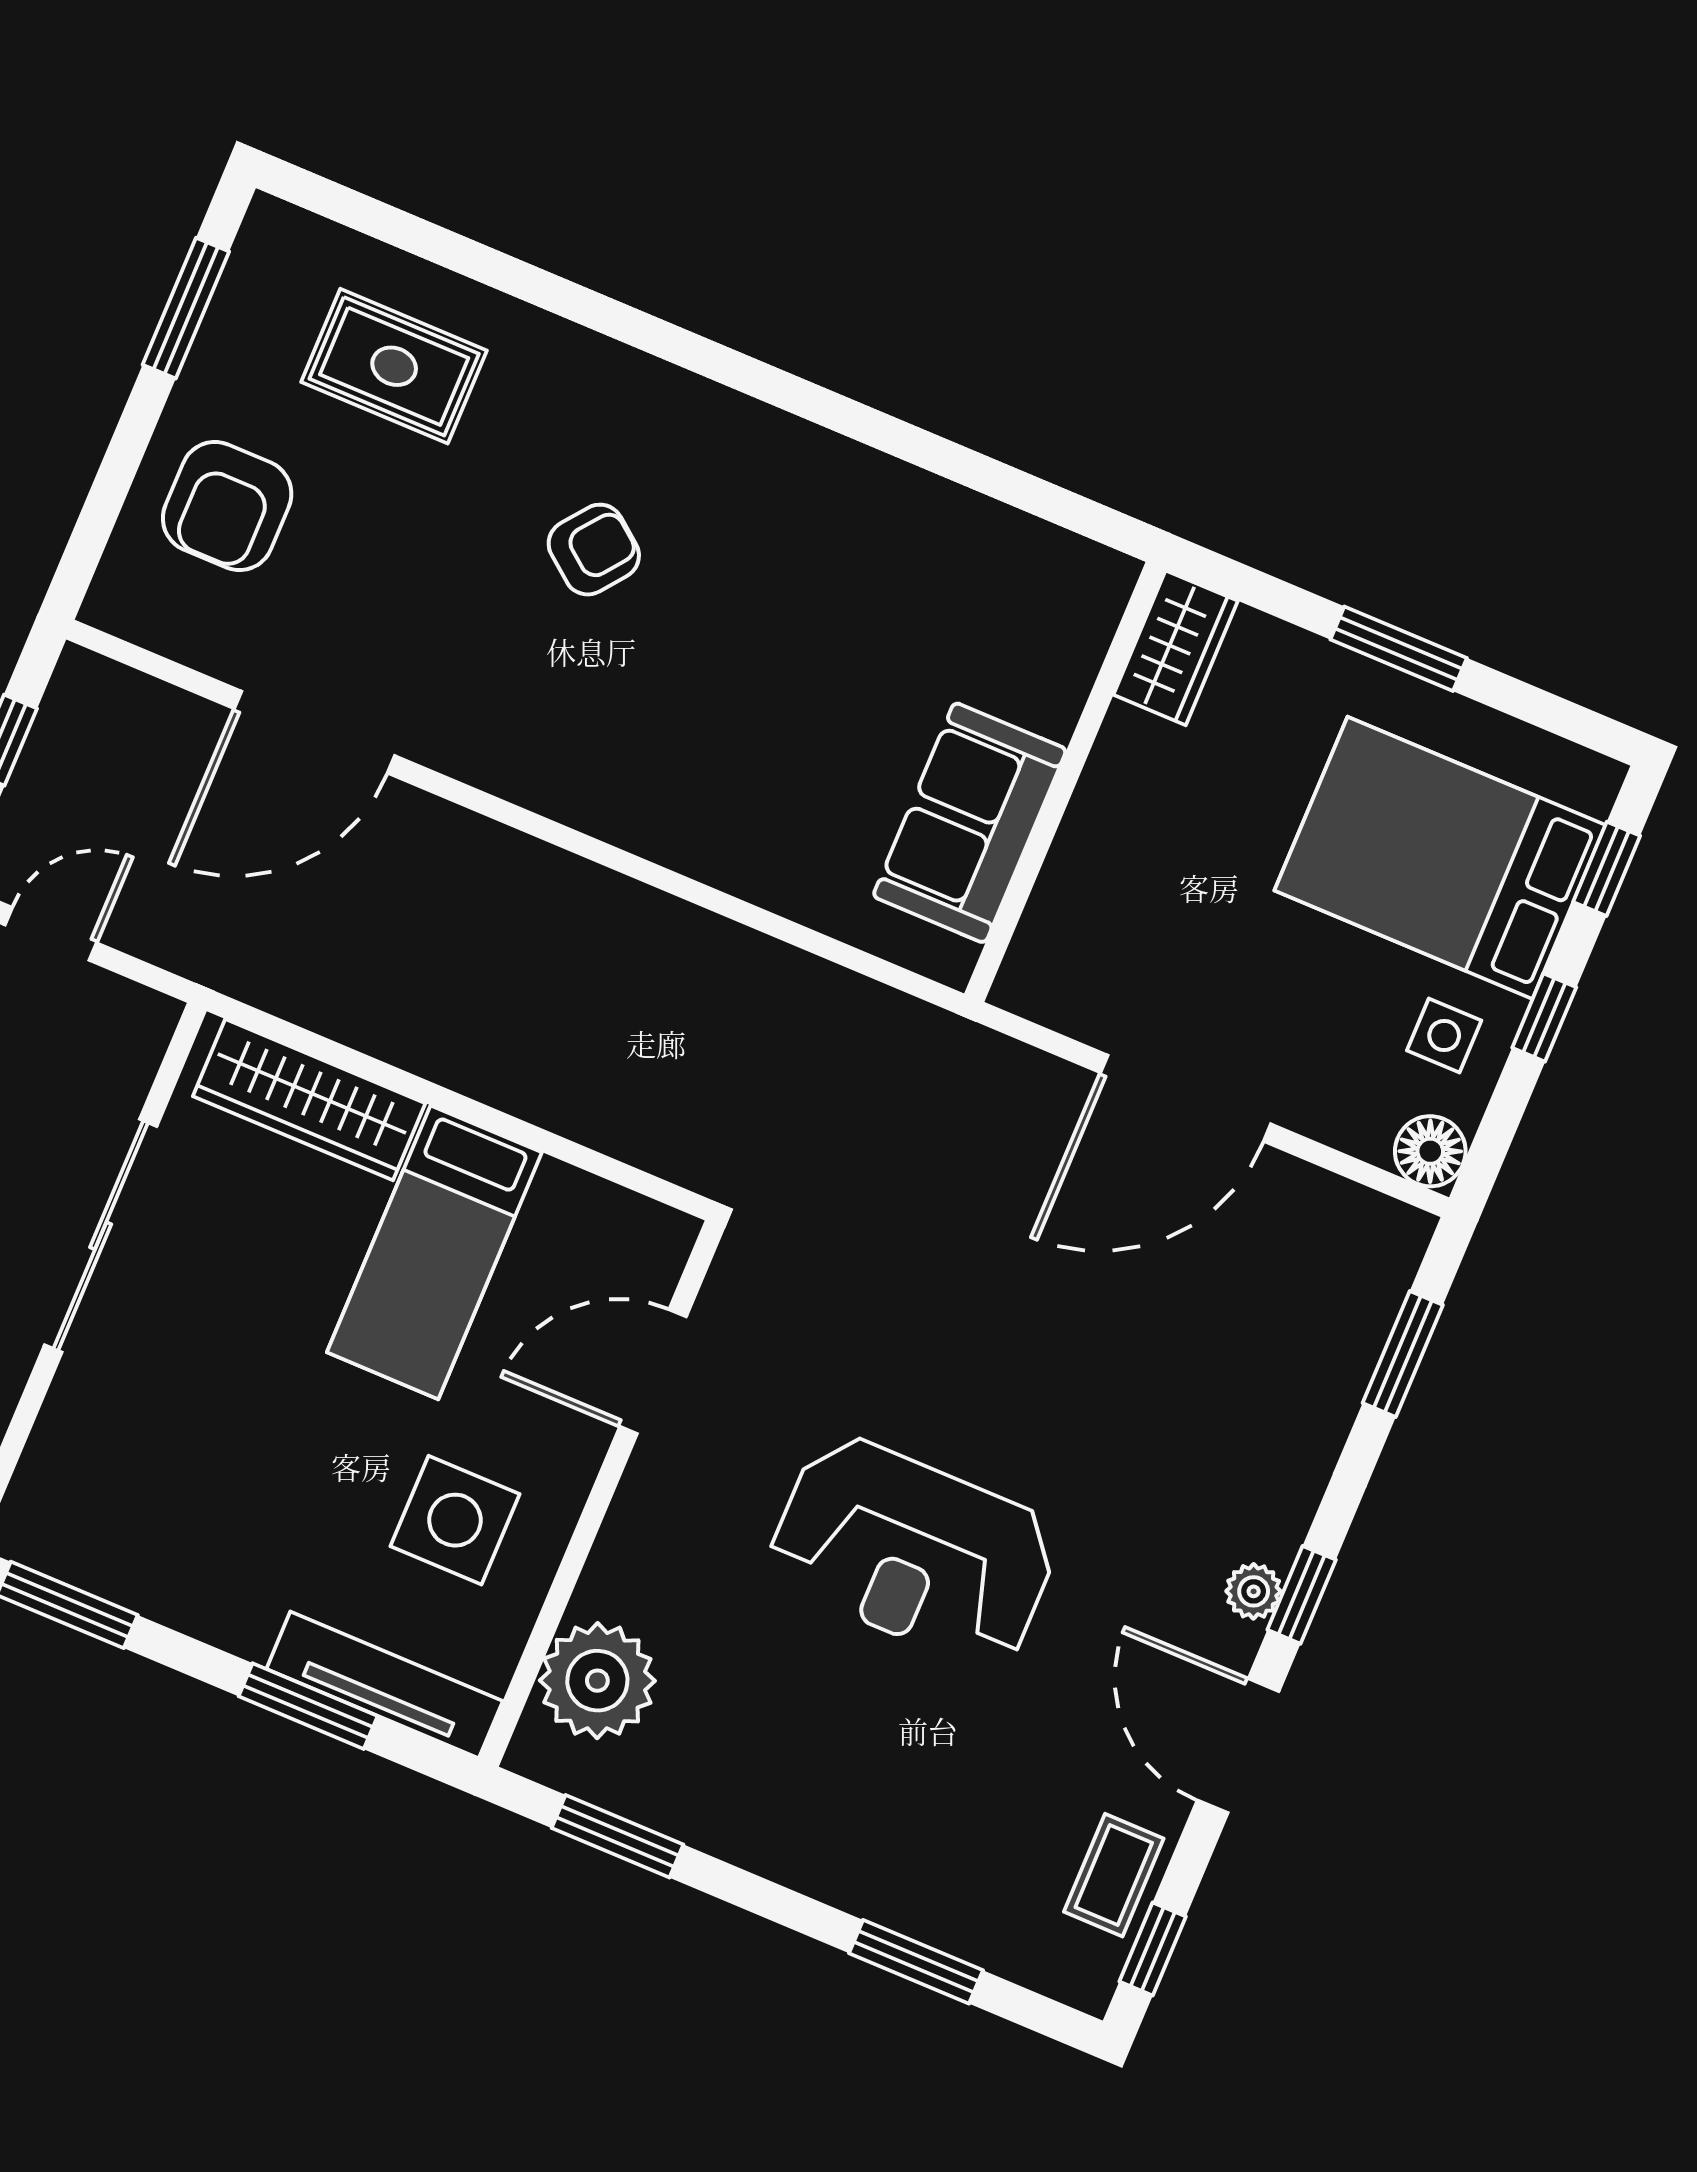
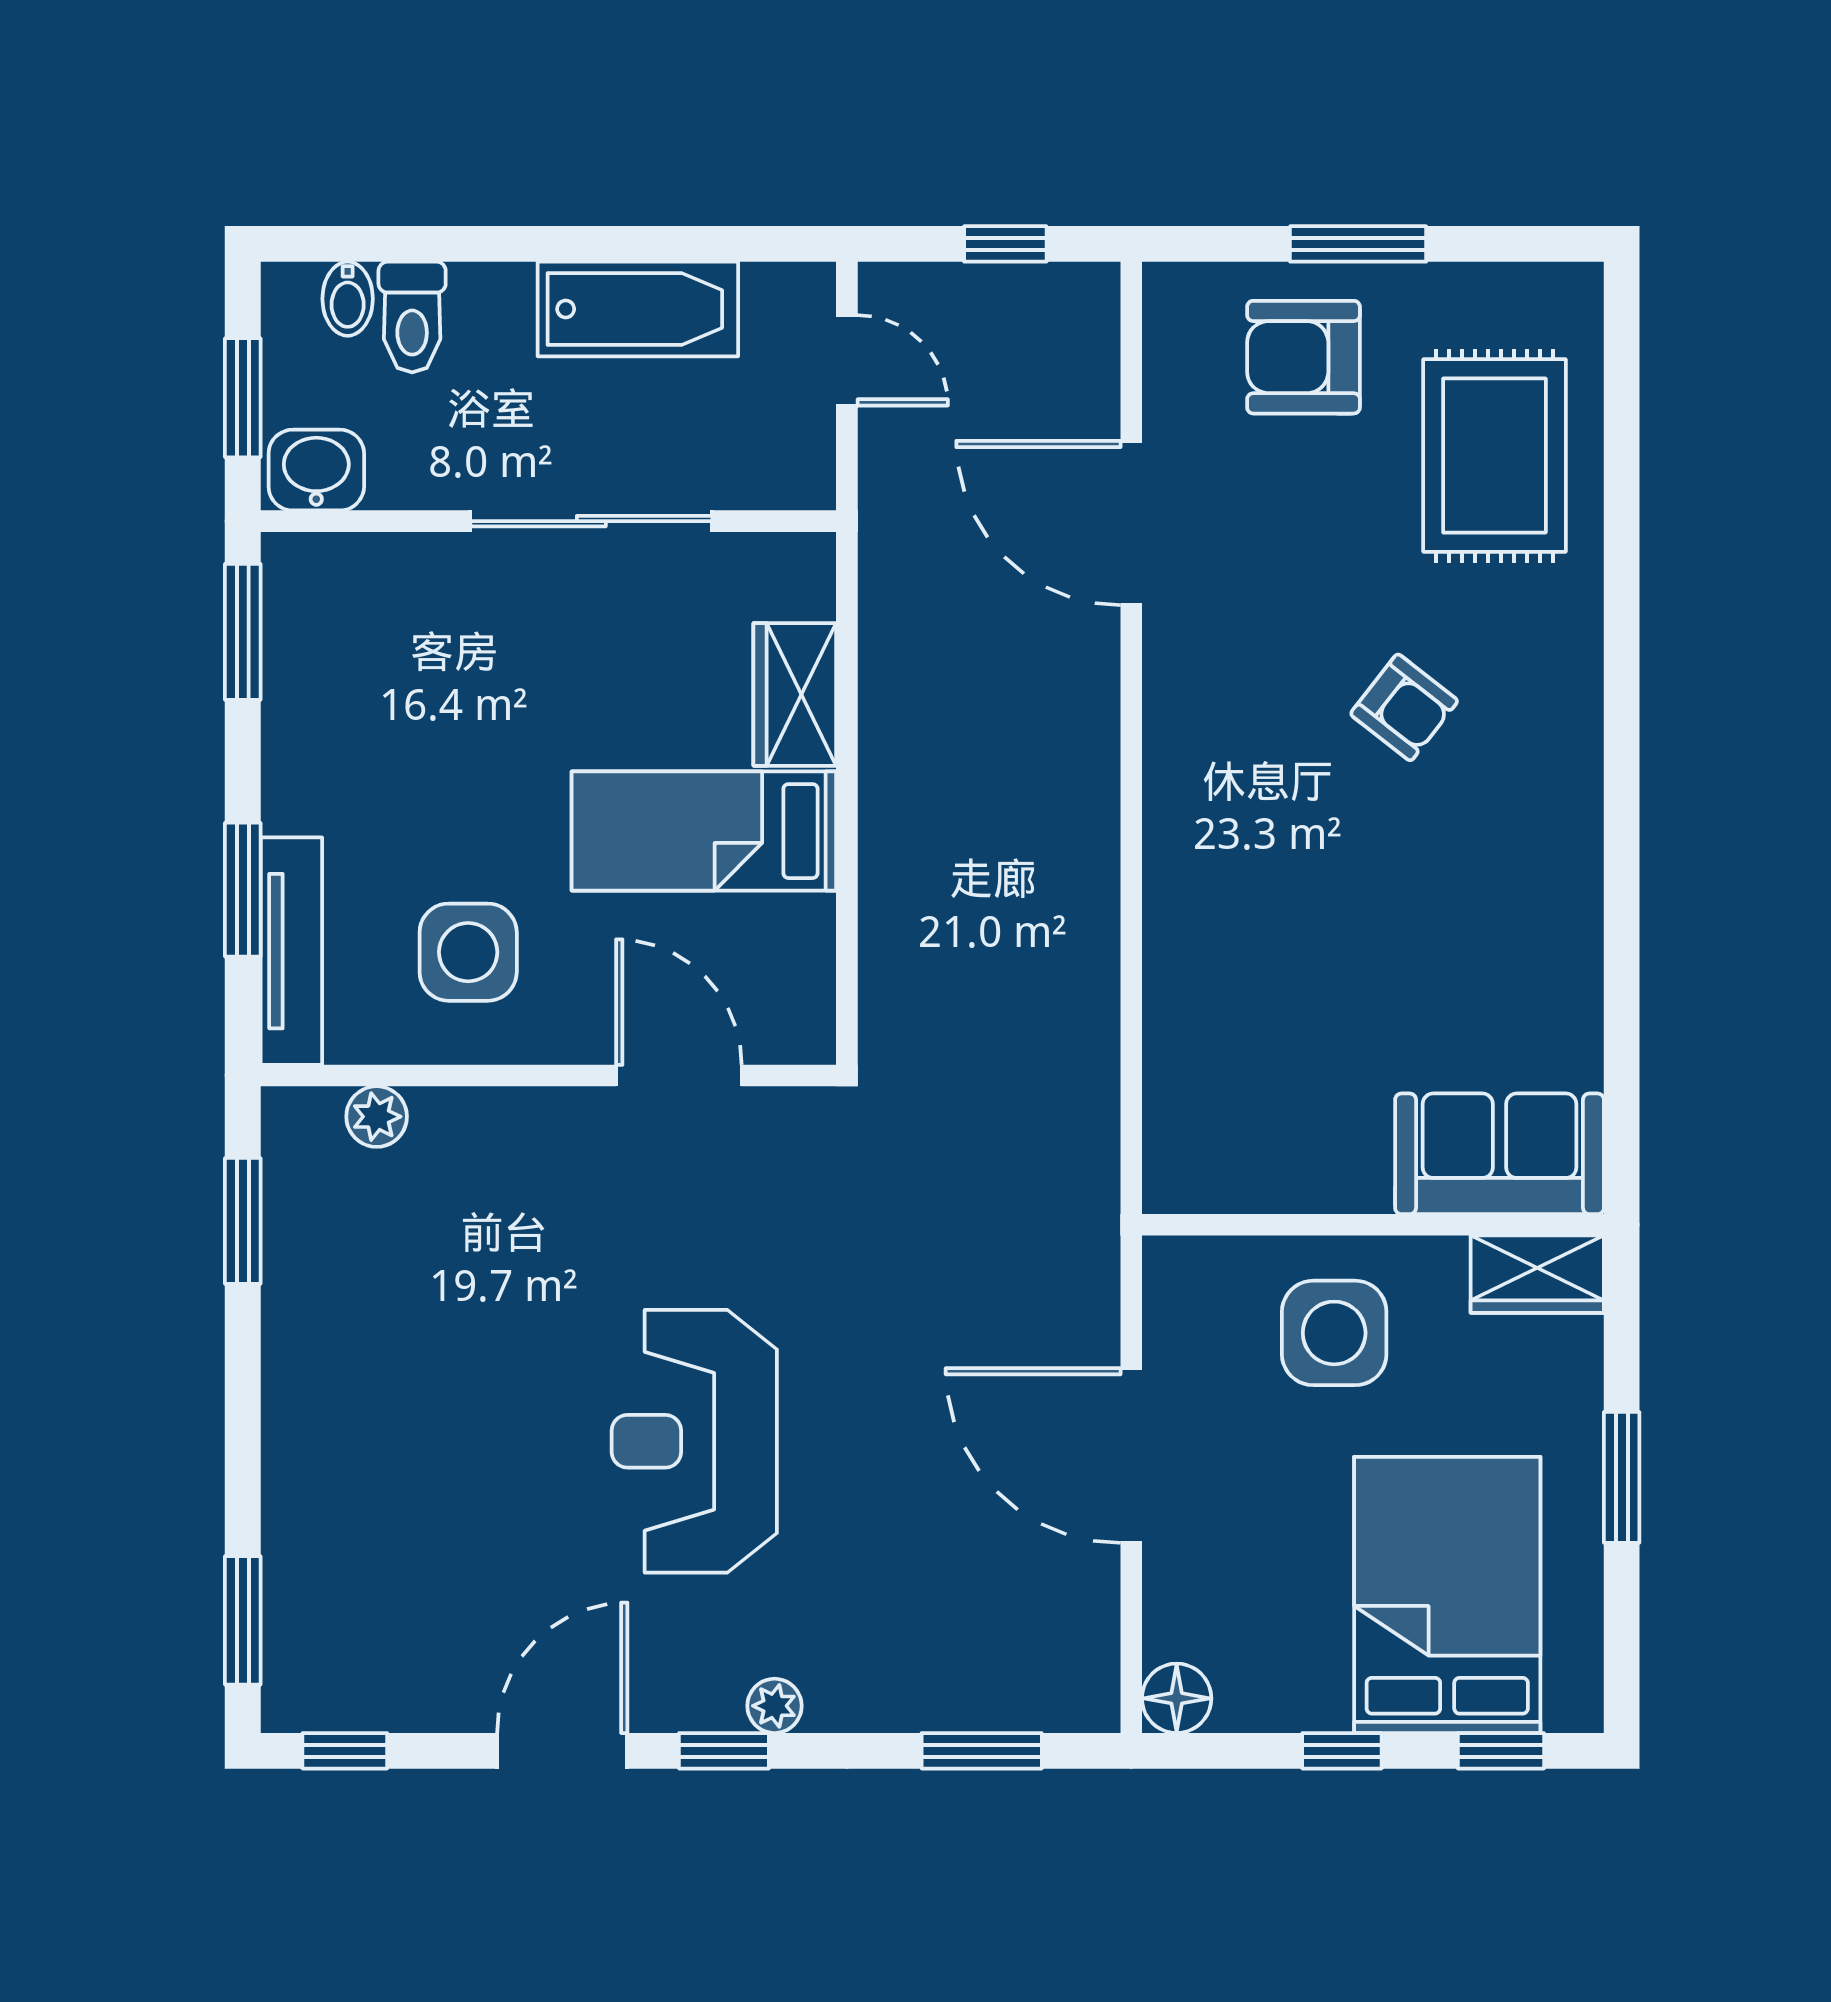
window: (186, 308) -> (1358, 244), moved
rug: (394, 366) -> (1494, 456), width x1.36, depth x1.43
sofa: (970, 823) -> (1500, 1154), moved
side table: (1444, 1035) -> (1334, 1333), moved, width x1.87, depth x1.87
wardrobe: (309, 1100) -> (795, 694), width x0.67
reception desk: (913, 1552) -> (694, 1441), moved
plant: (1254, 1591) -> (775, 1706), moved
plant: (597, 1681) -> (377, 1117), width x0.53, depth x0.53
coffee table: (1114, 1875) -> (397, 1687), removed
window: (916, 1962) -> (243, 1620), moved

